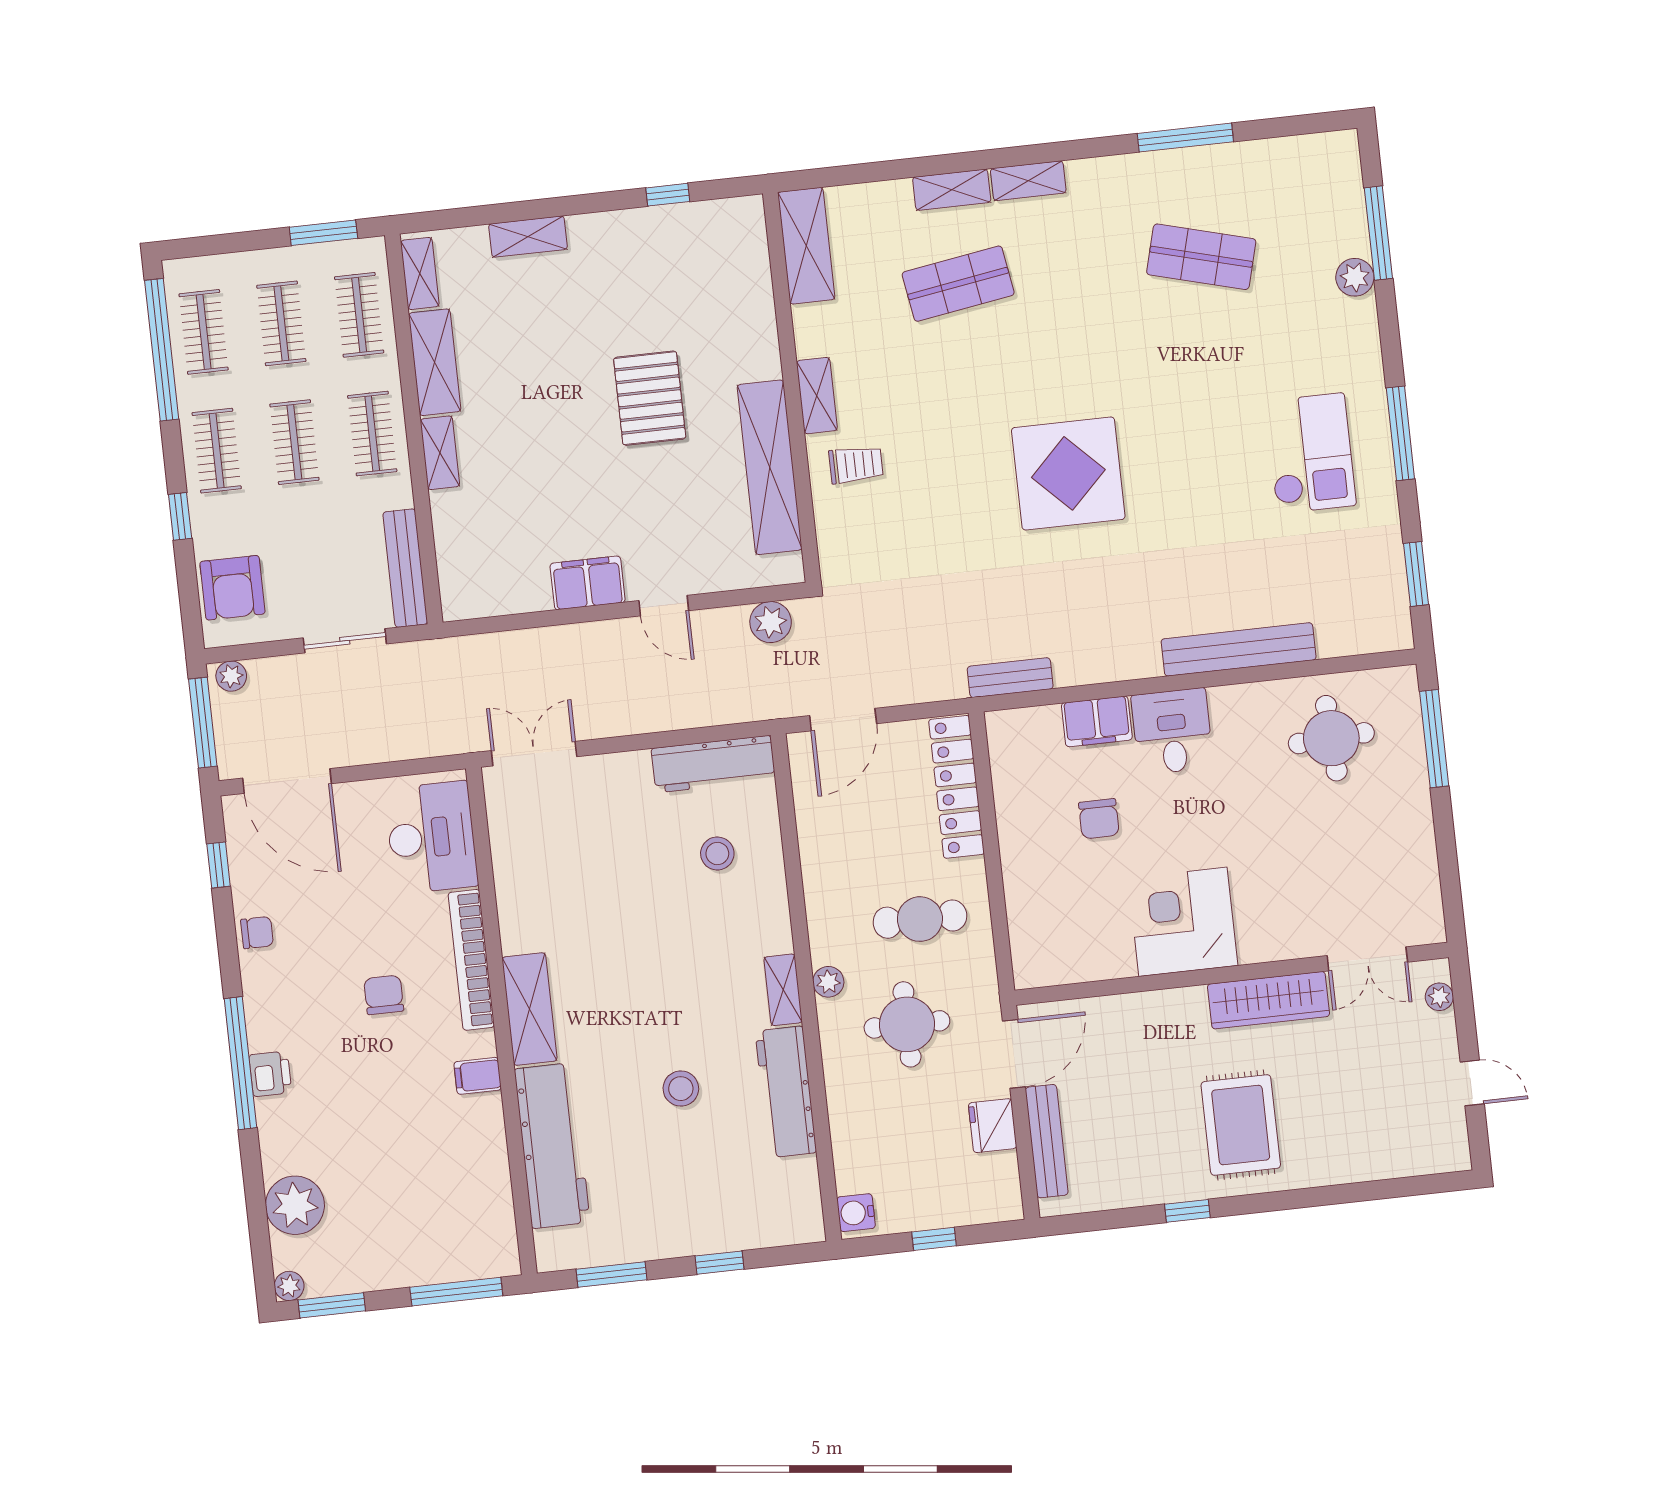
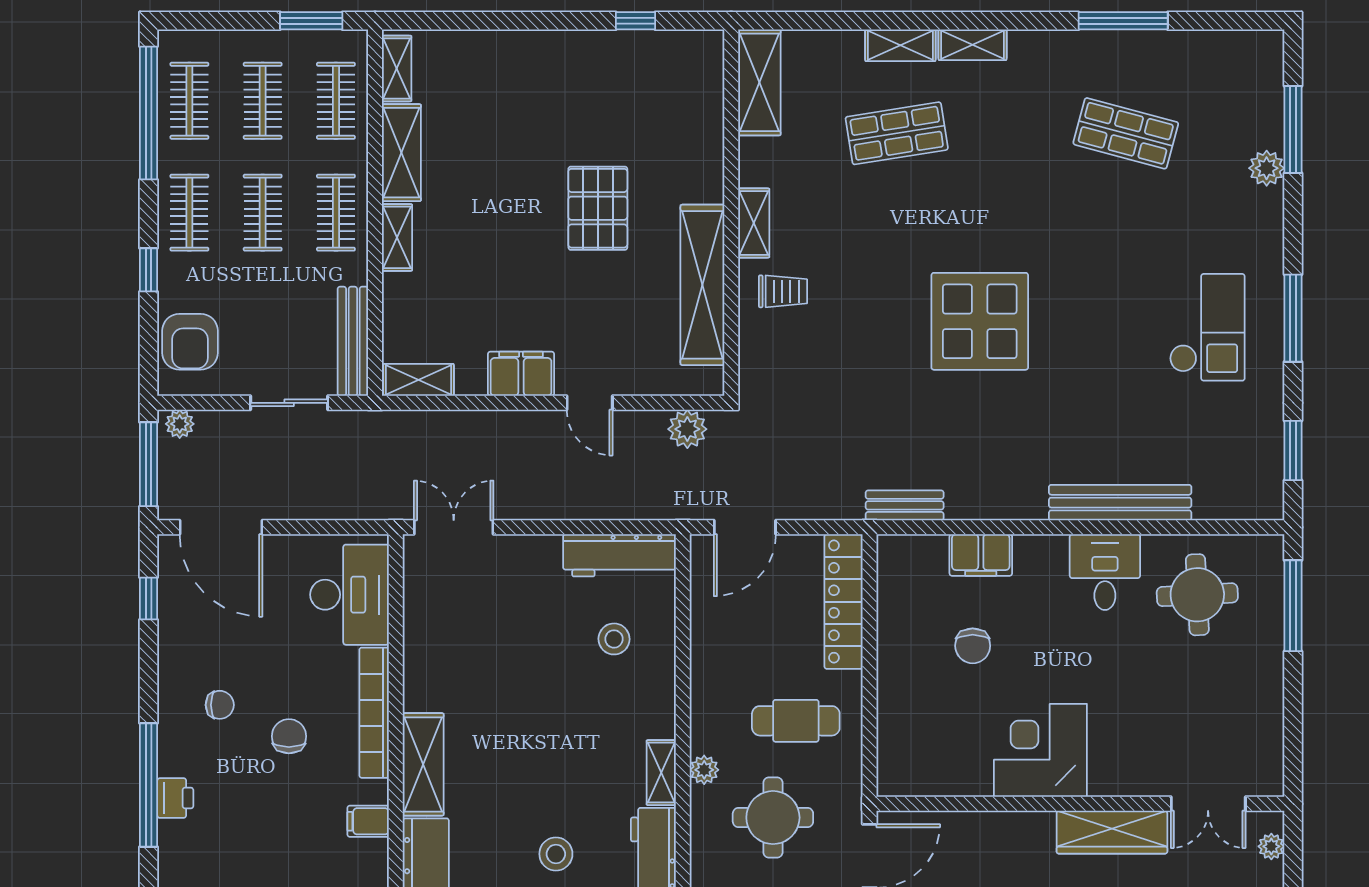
shelving: (528, 237) -> (419, 380), moved
desk: (1172, 731) -> (1105, 572), moved
chair: (257, 933) -> (220, 705), moved

